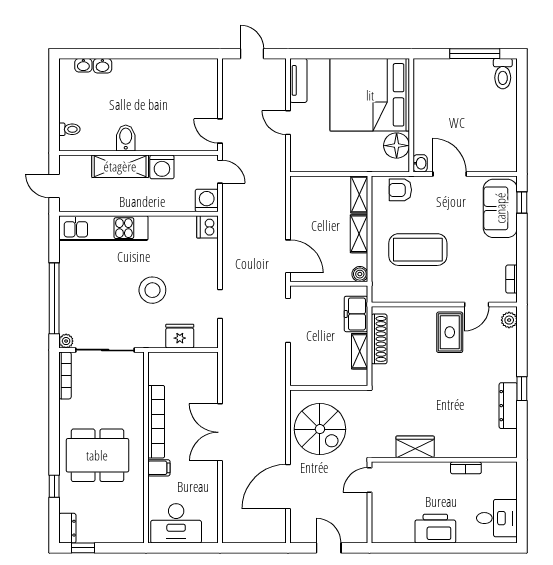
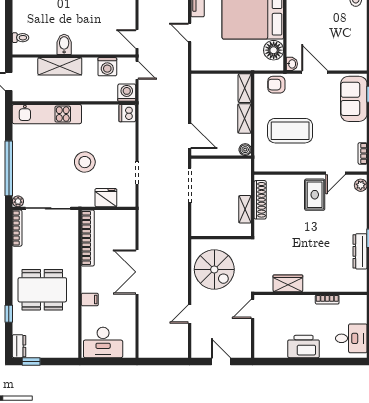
washing machine: (162, 167) -> (107, 67), moved
freezer: (356, 314) -> (242, 180), removed
bookcase: (156, 422) -> (88, 238), moved
door: (288, 487) -> (190, 314), width x0.53

